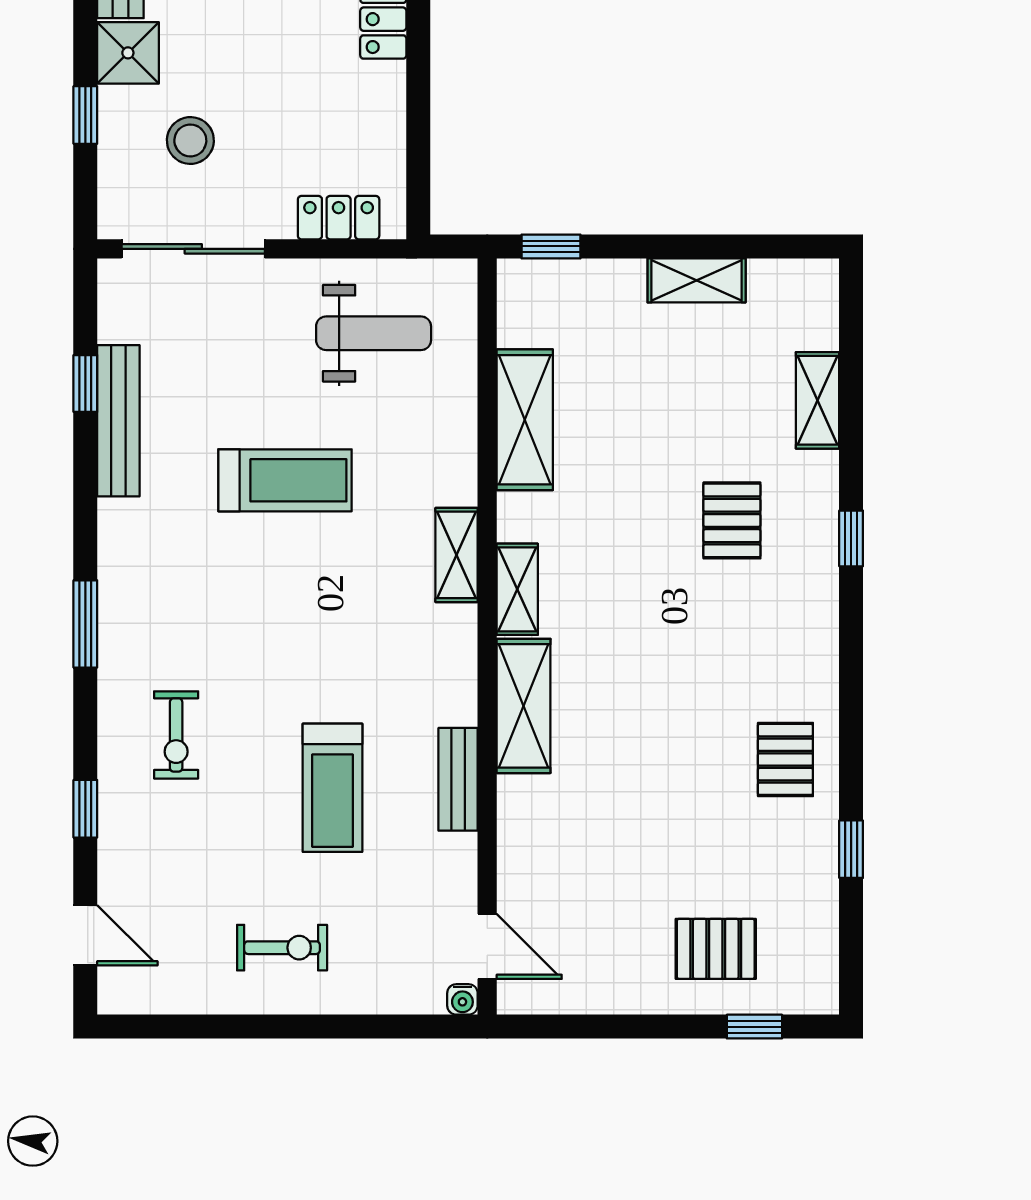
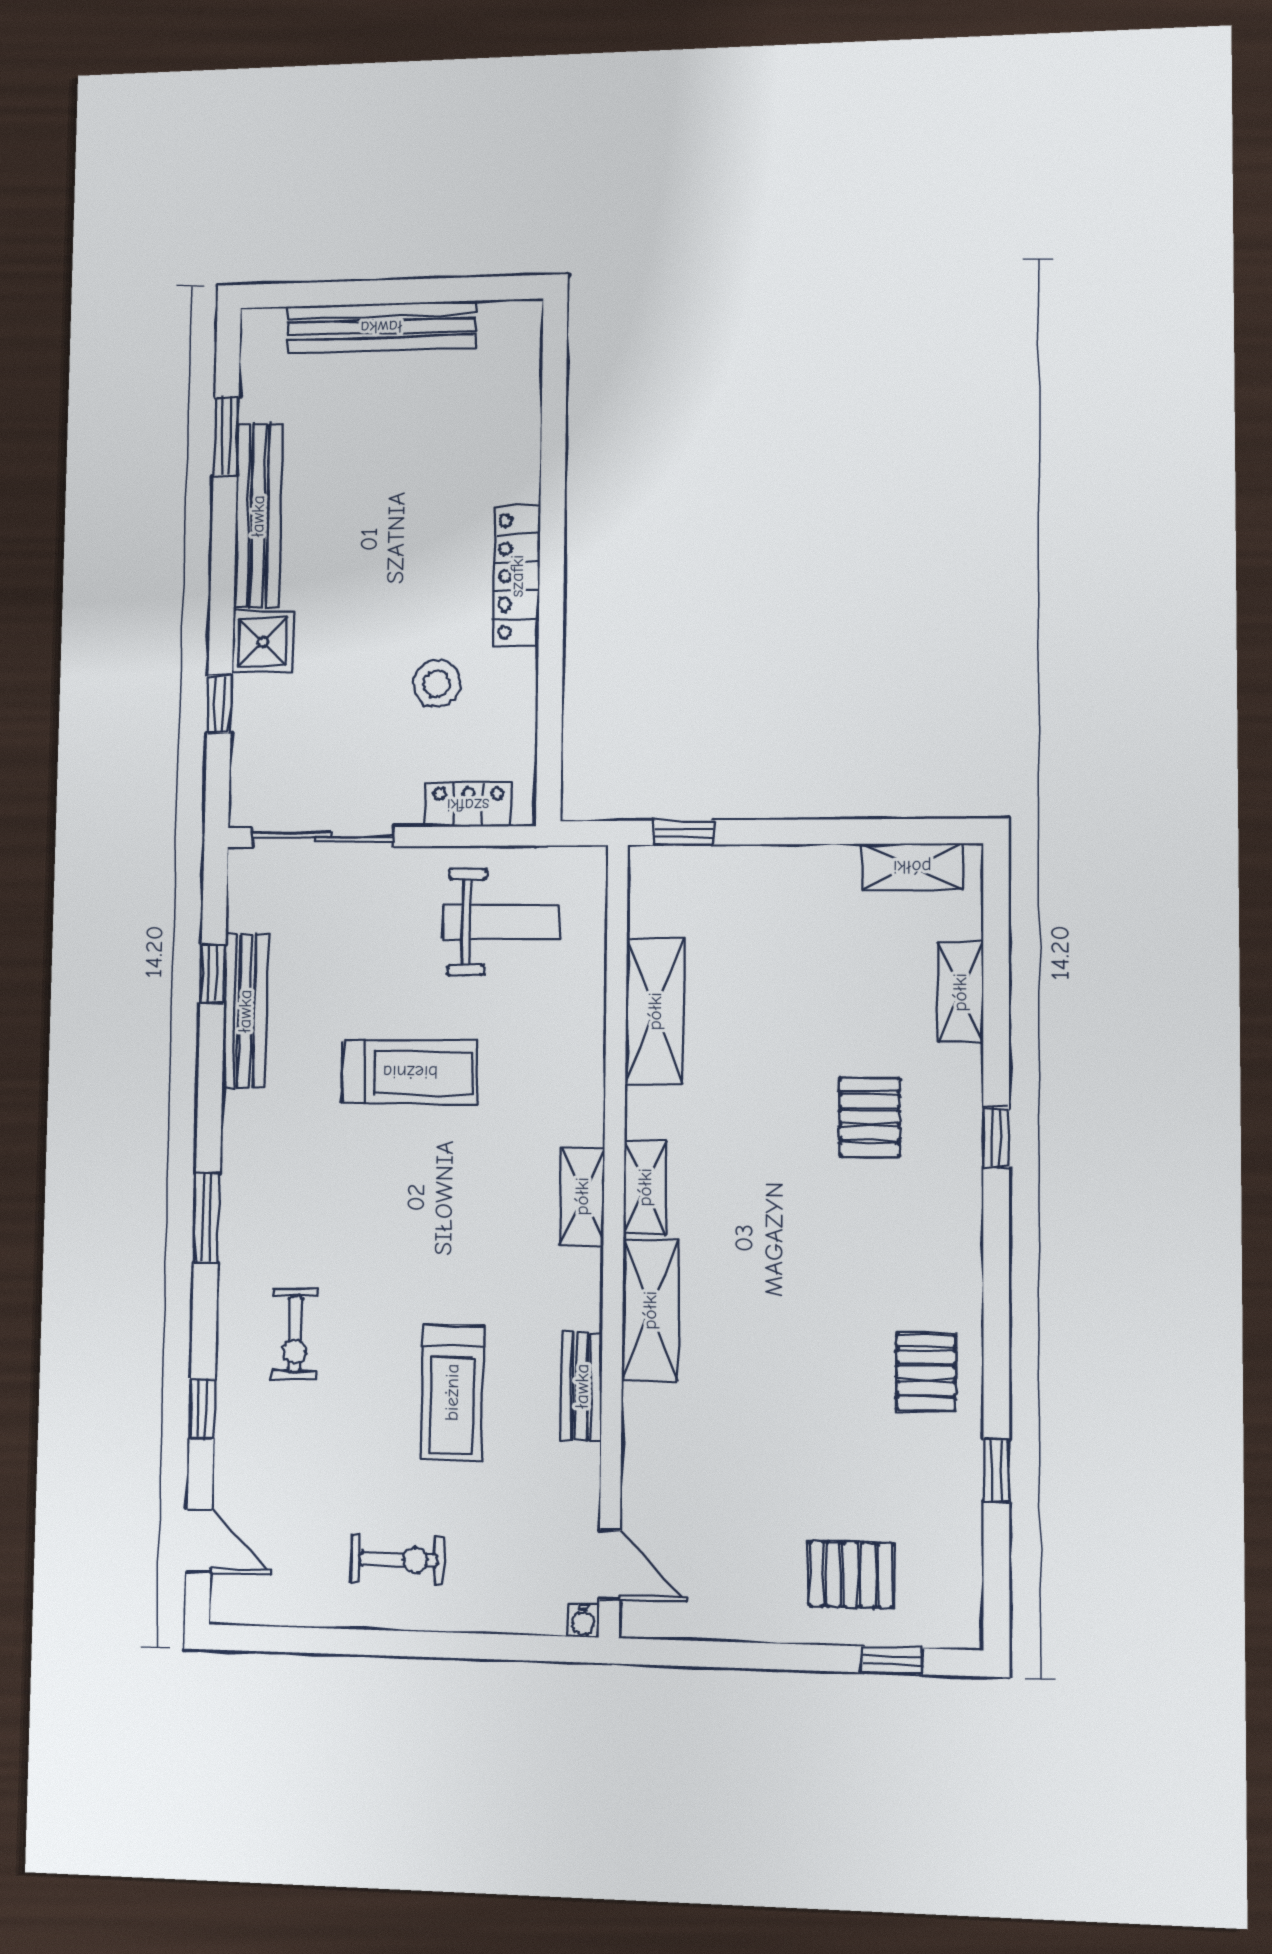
stool: (190, 140) -> (437, 683), moved
shelving: (697, 280) -> (912, 867), moved
shelving: (457, 555) -> (582, 1196), moved

